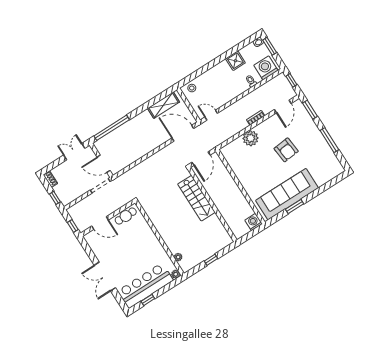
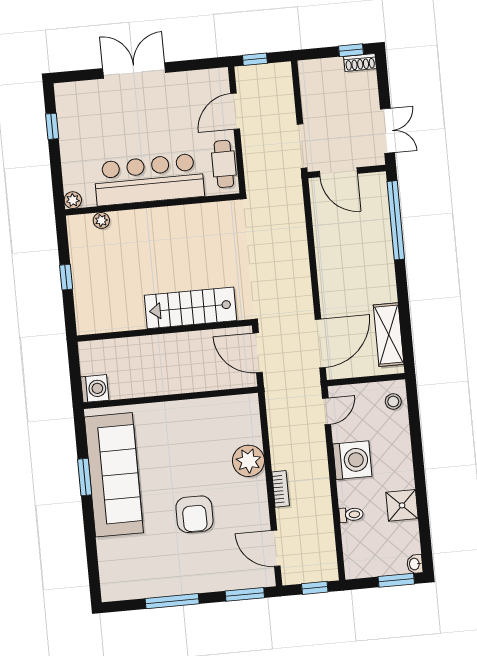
washing machine: (266, 68) -> (352, 460), moved
armchair: (286, 150) -> (194, 514), turned -84
door: (104, 164) -> (338, 172), swing flipped
window: (55, 198) -> (351, 50), moved
bar counter: (145, 286) -> (149, 180), moved, turned -90

